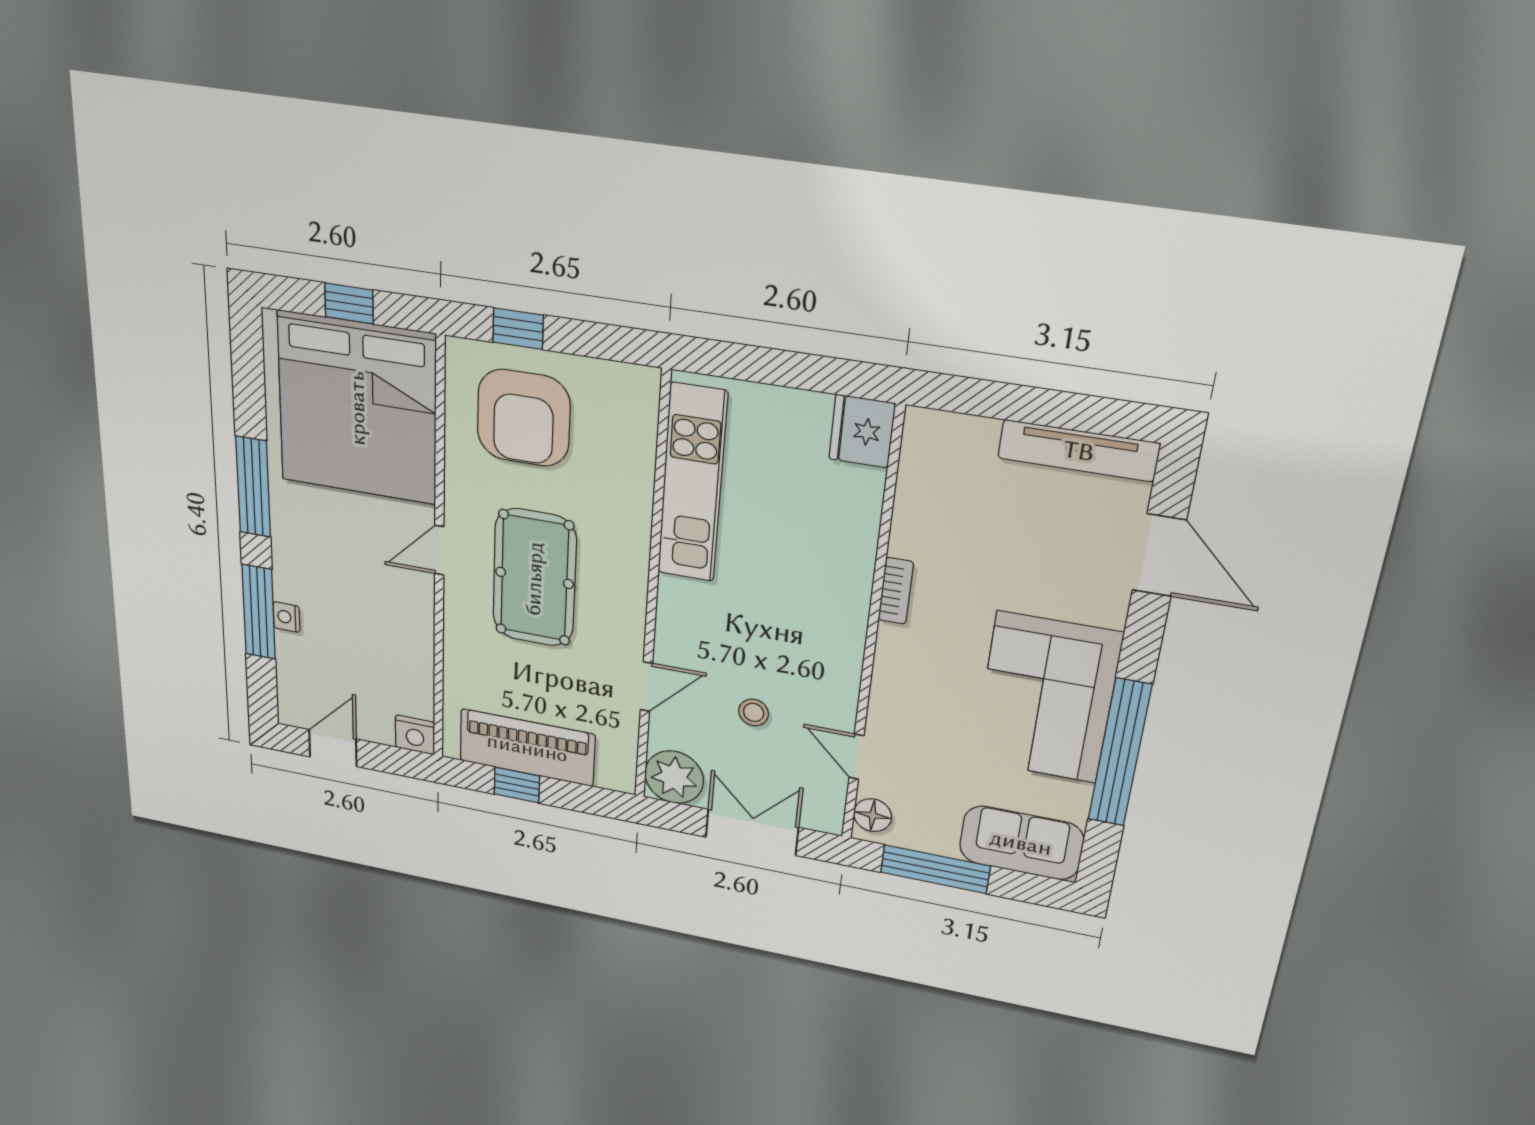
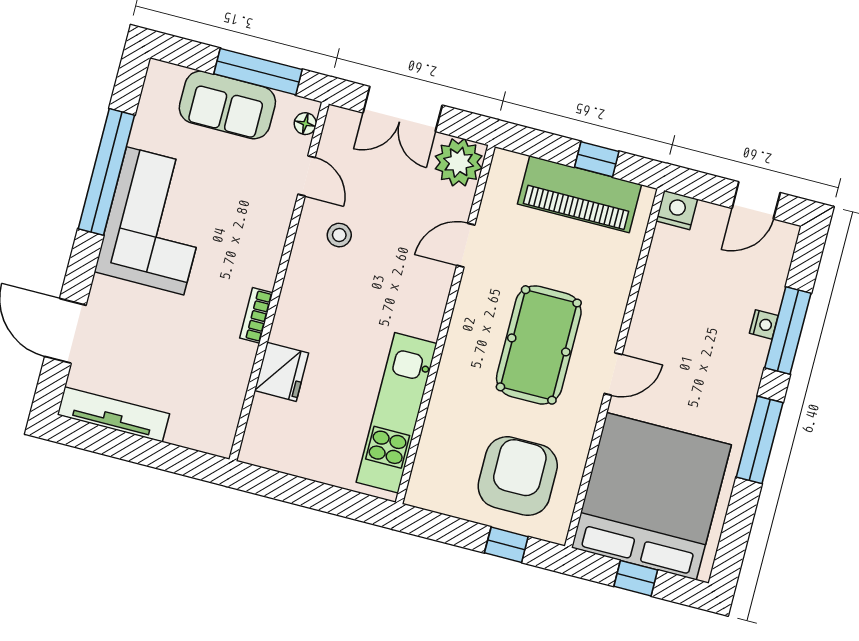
fridge: (862, 431) -> (282, 372), moved
stool: (754, 712) -> (339, 235), moved
floor lamp: (873, 815) -> (305, 124), width x0.73, depth x0.73
sofa: (1021, 843) -> (227, 105), moved

